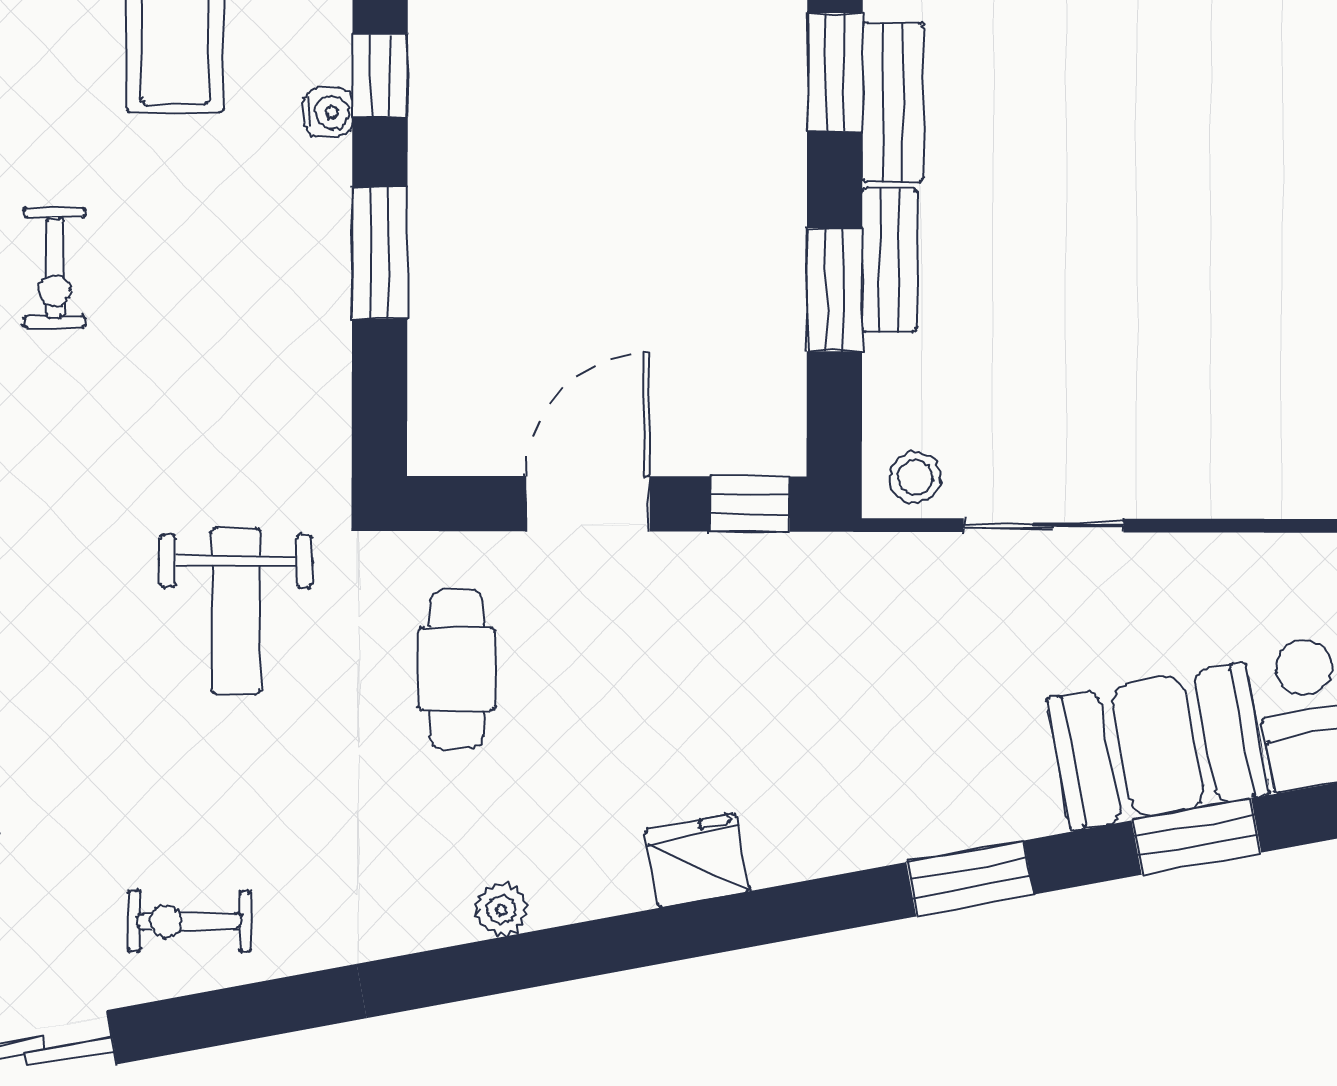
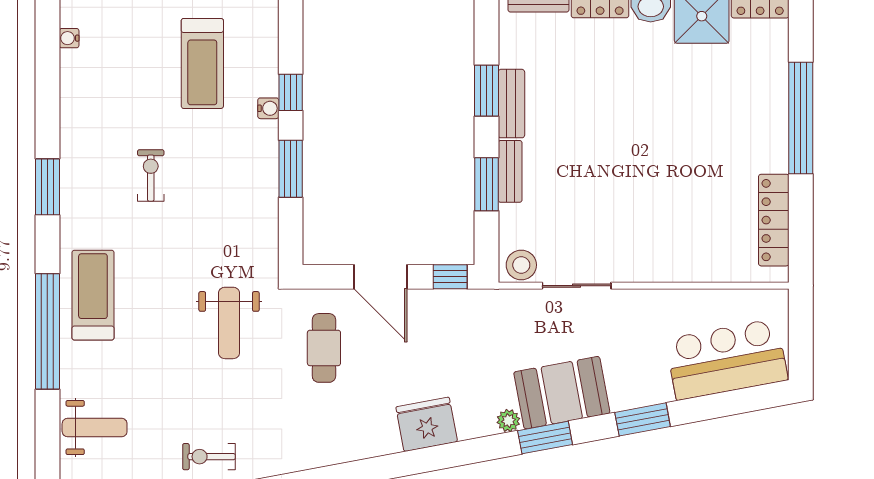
exercise bike: (55, 268) -> (151, 175), turned 180
stool: (915, 477) -> (521, 265), width x1.37, depth x1.37
door: (588, 504) -> (380, 277), swing flipped
booth: (1158, 747) -> (562, 393), moved
fridge: (697, 860) -> (427, 424), width x1.36, depth x1.34
plant: (501, 910) -> (508, 421), moved

